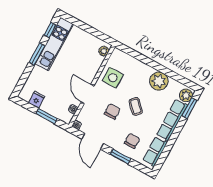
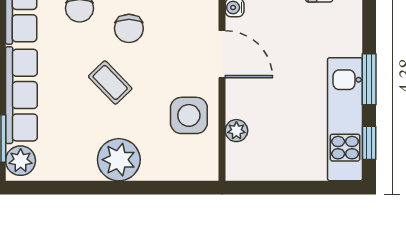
plant: (104, 51) -> (236, 131), moved
plant: (159, 81) -> (119, 160), moved
chair: (112, 111) -> (129, 28), moved

